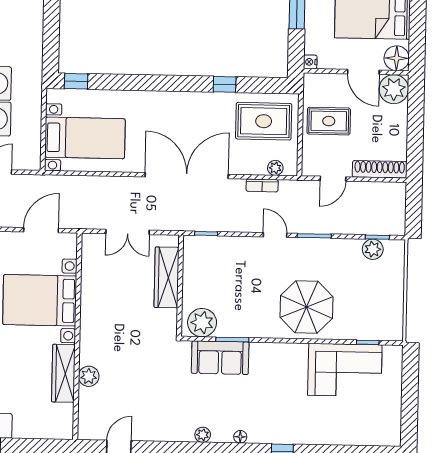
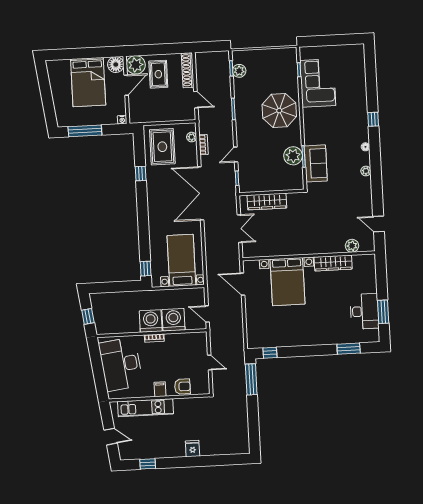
rug: (329, 121) -> (158, 74), moved
door: (275, 235) -> (236, 154), moved
plant: (202, 323) -> (293, 156), moved
plant: (89, 376) -> (352, 246), moved

